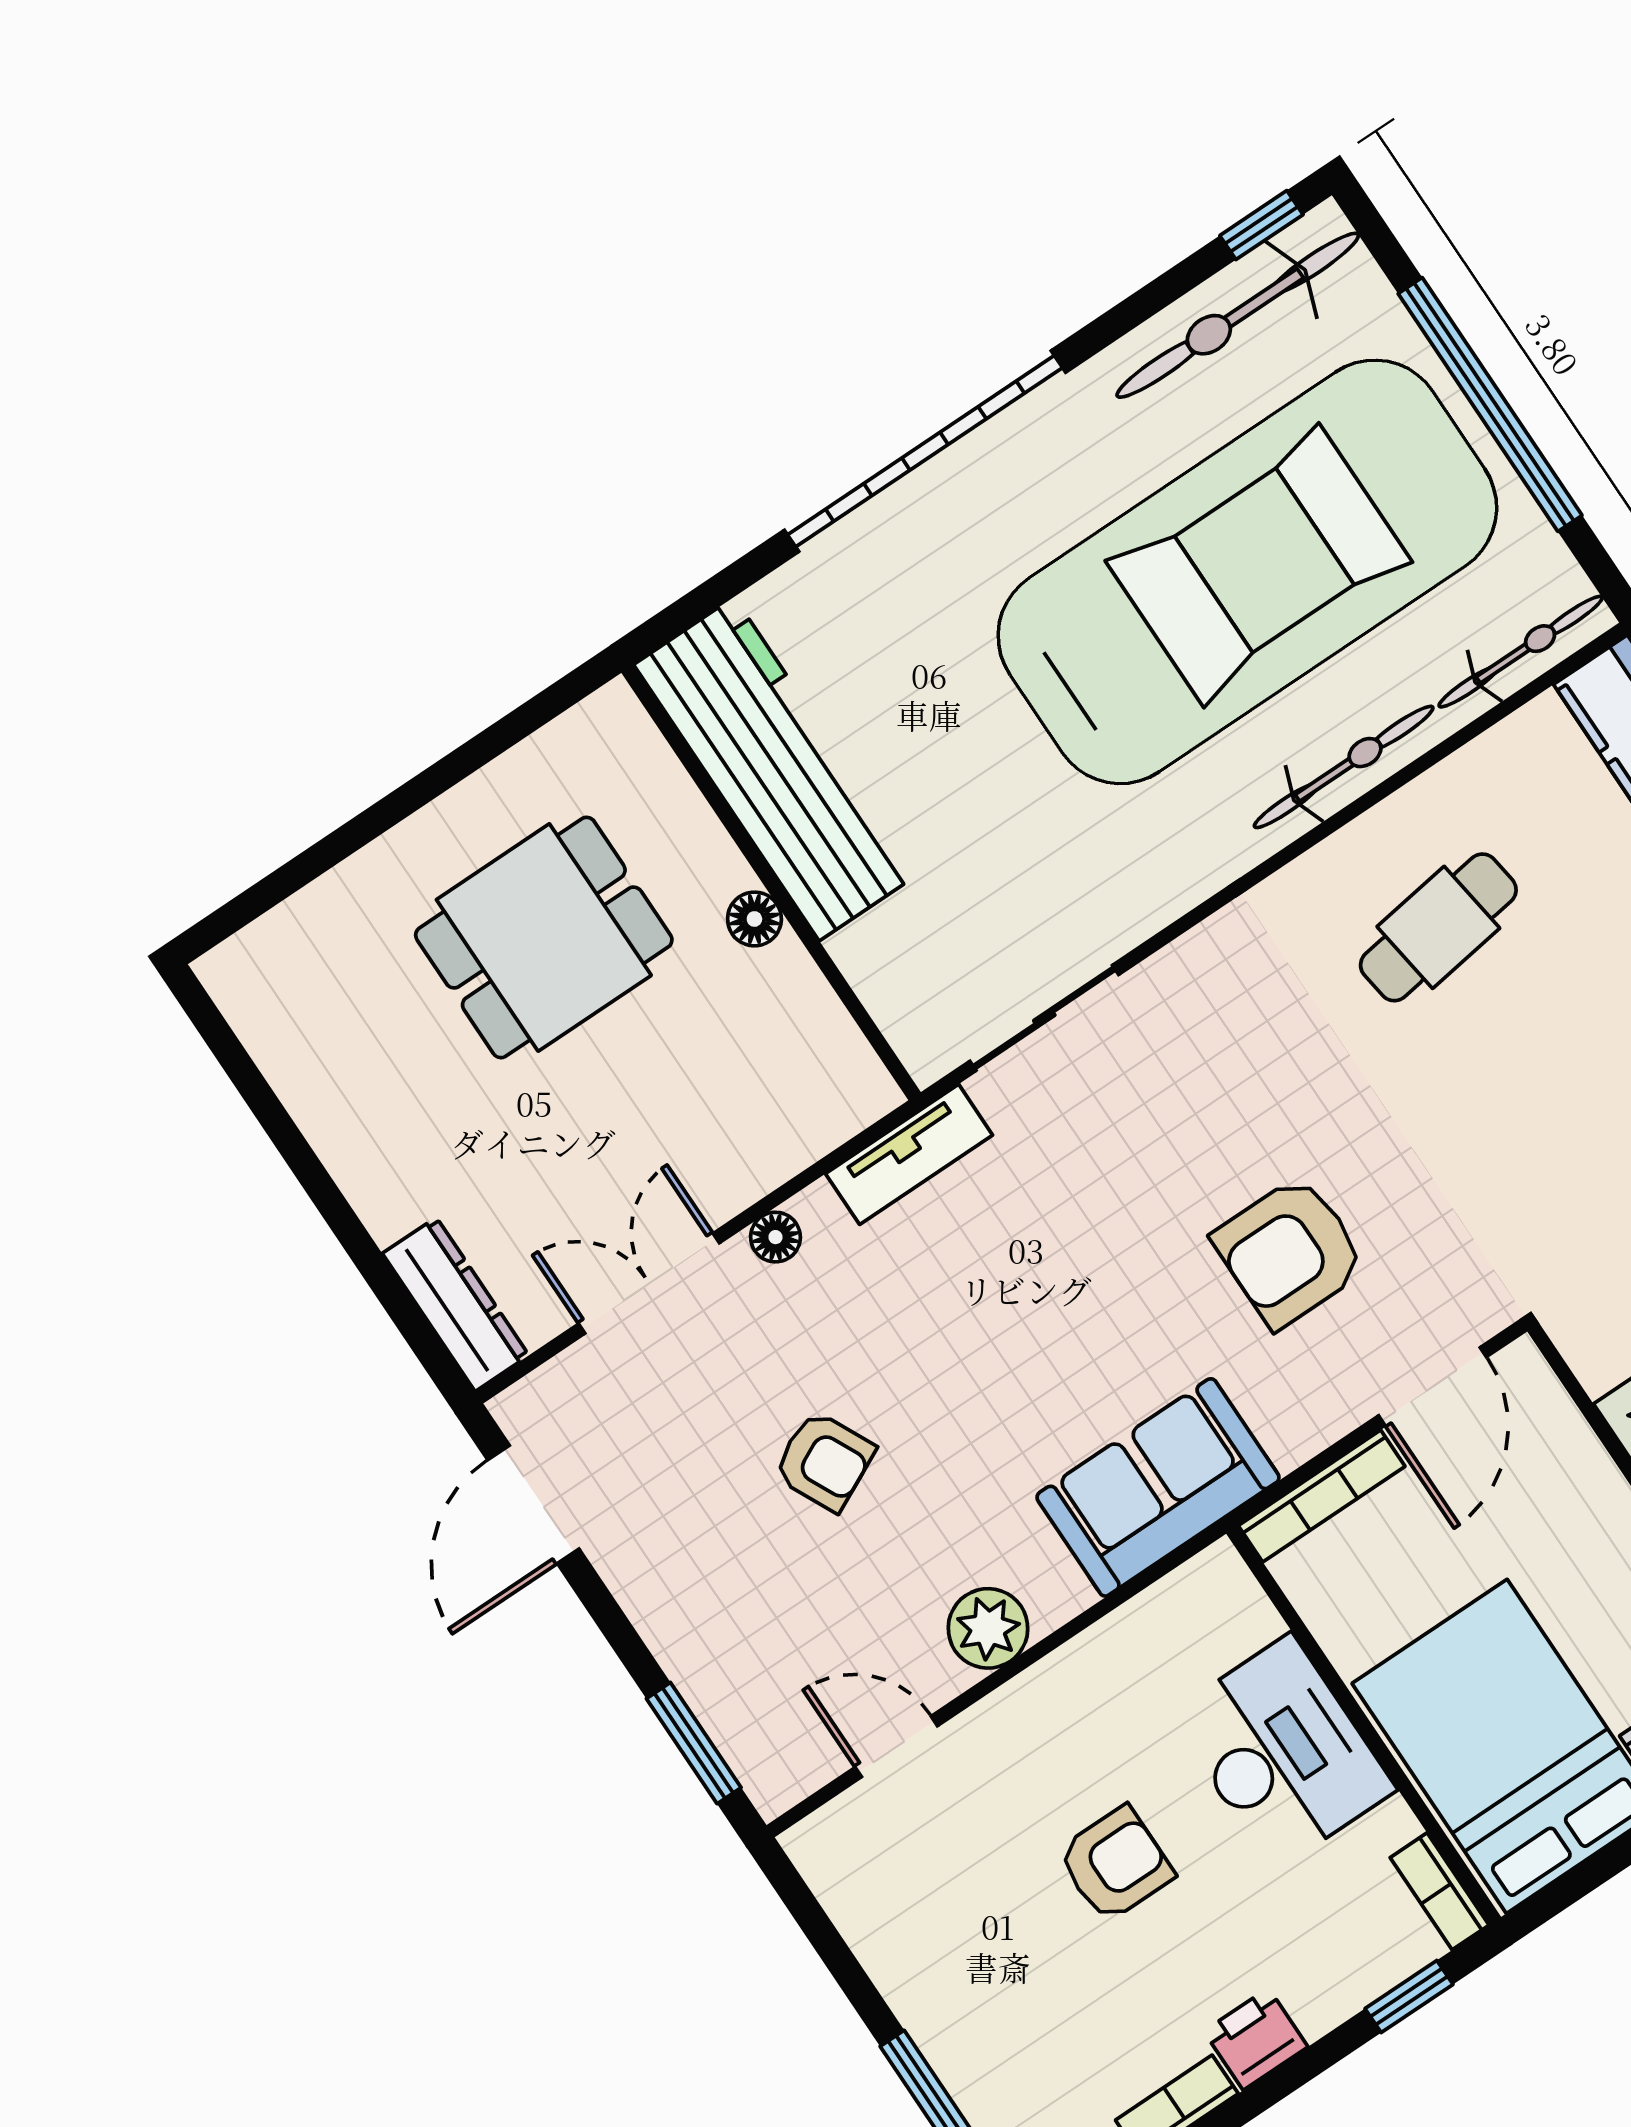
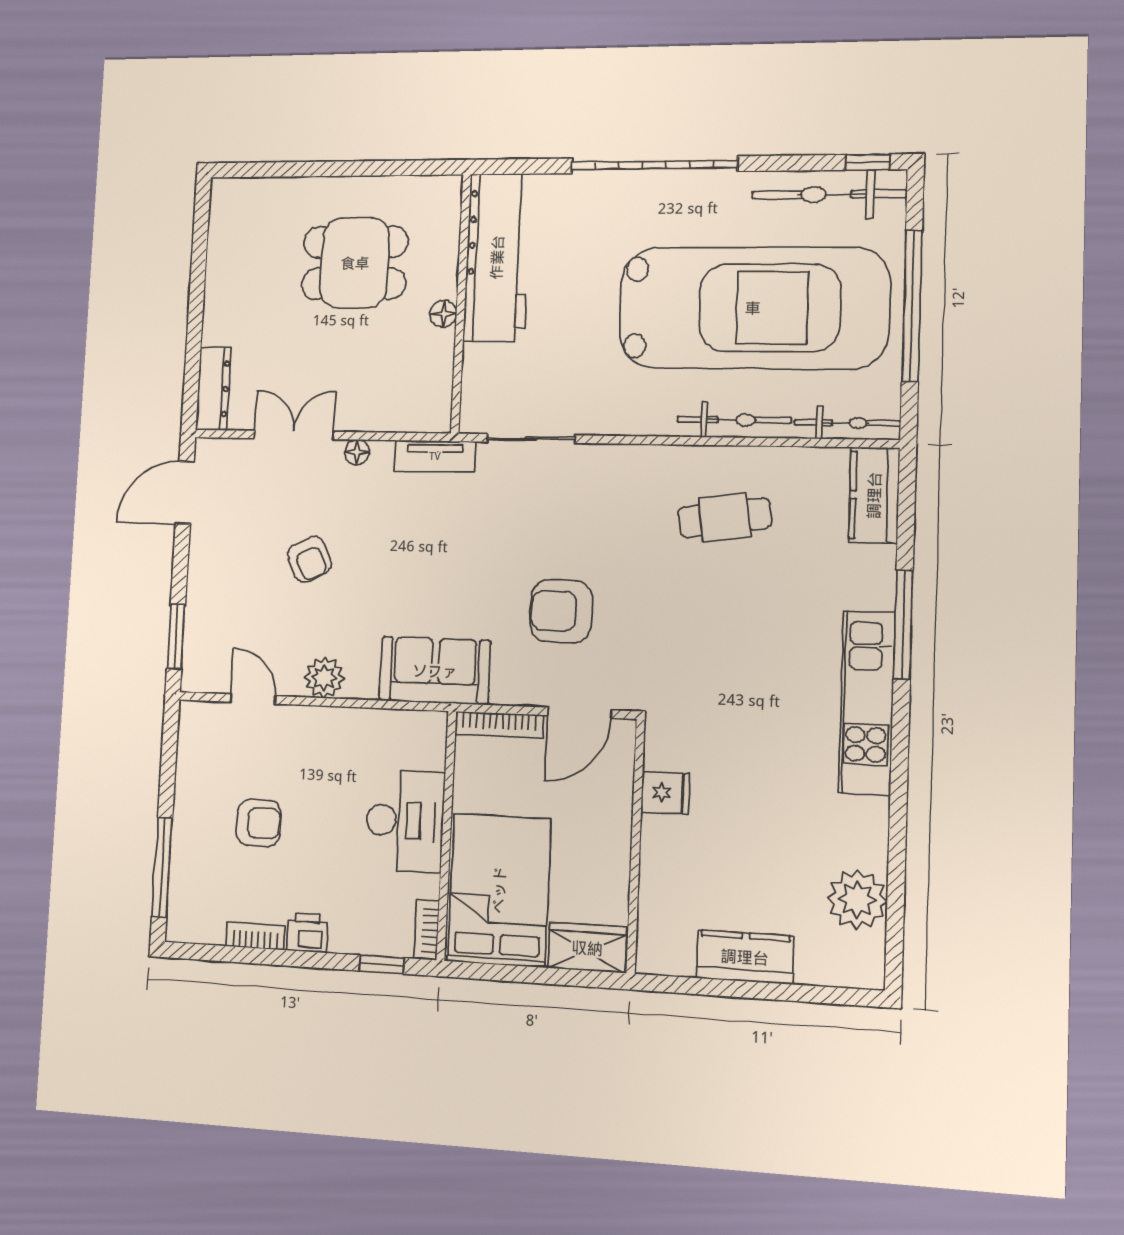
armchair: (1115, 1864) -> (259, 823), moved

